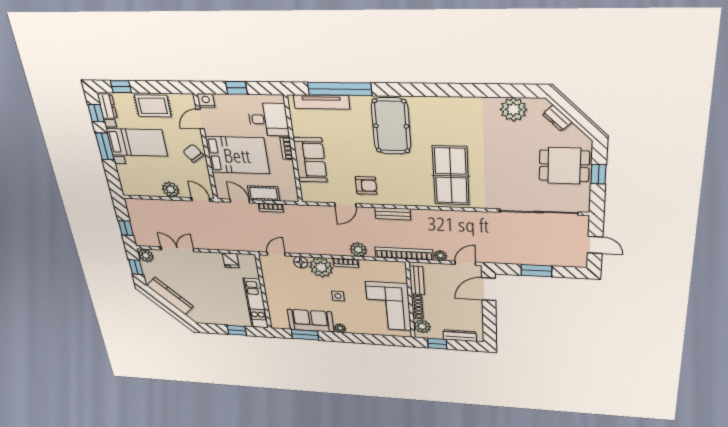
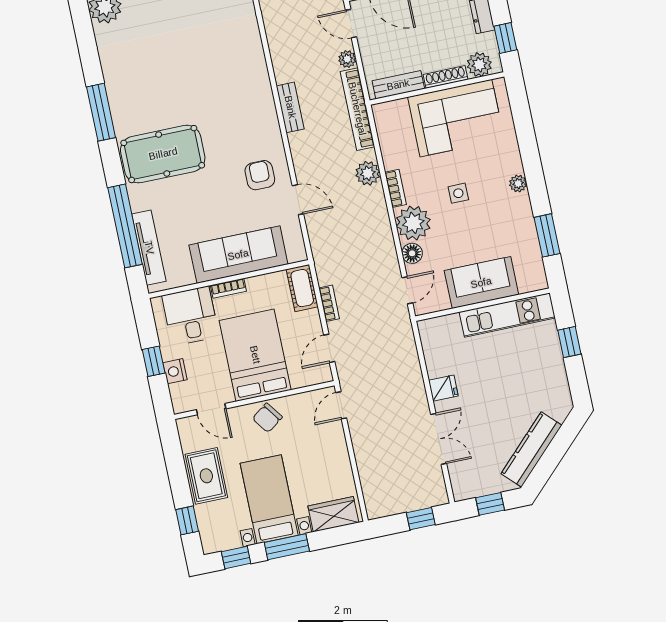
window: (430, 90) -> (101, 112), added
nightstand: (206, 101) -> (175, 371), moved
dresser: (107, 106) -> (221, 541), removed
sofa: (310, 160) -> (238, 255), width x1.36
table tennis table: (451, 176) -> (217, 67), removed
wardrobe: (127, 179) -> (333, 514), added
plant: (171, 189) -> (335, 450), removed
cot: (264, 193) -> (302, 288), moved
bench: (393, 214) -> (290, 107), moved
double door: (177, 249) -> (439, 439), swing flipped
door: (276, 254) -> (407, 290), swing flipped
plant: (146, 255) -> (464, 488), removed
fridge: (231, 260) -> (443, 388), moved
sofa: (311, 321) -> (481, 283), moved, turned 90

